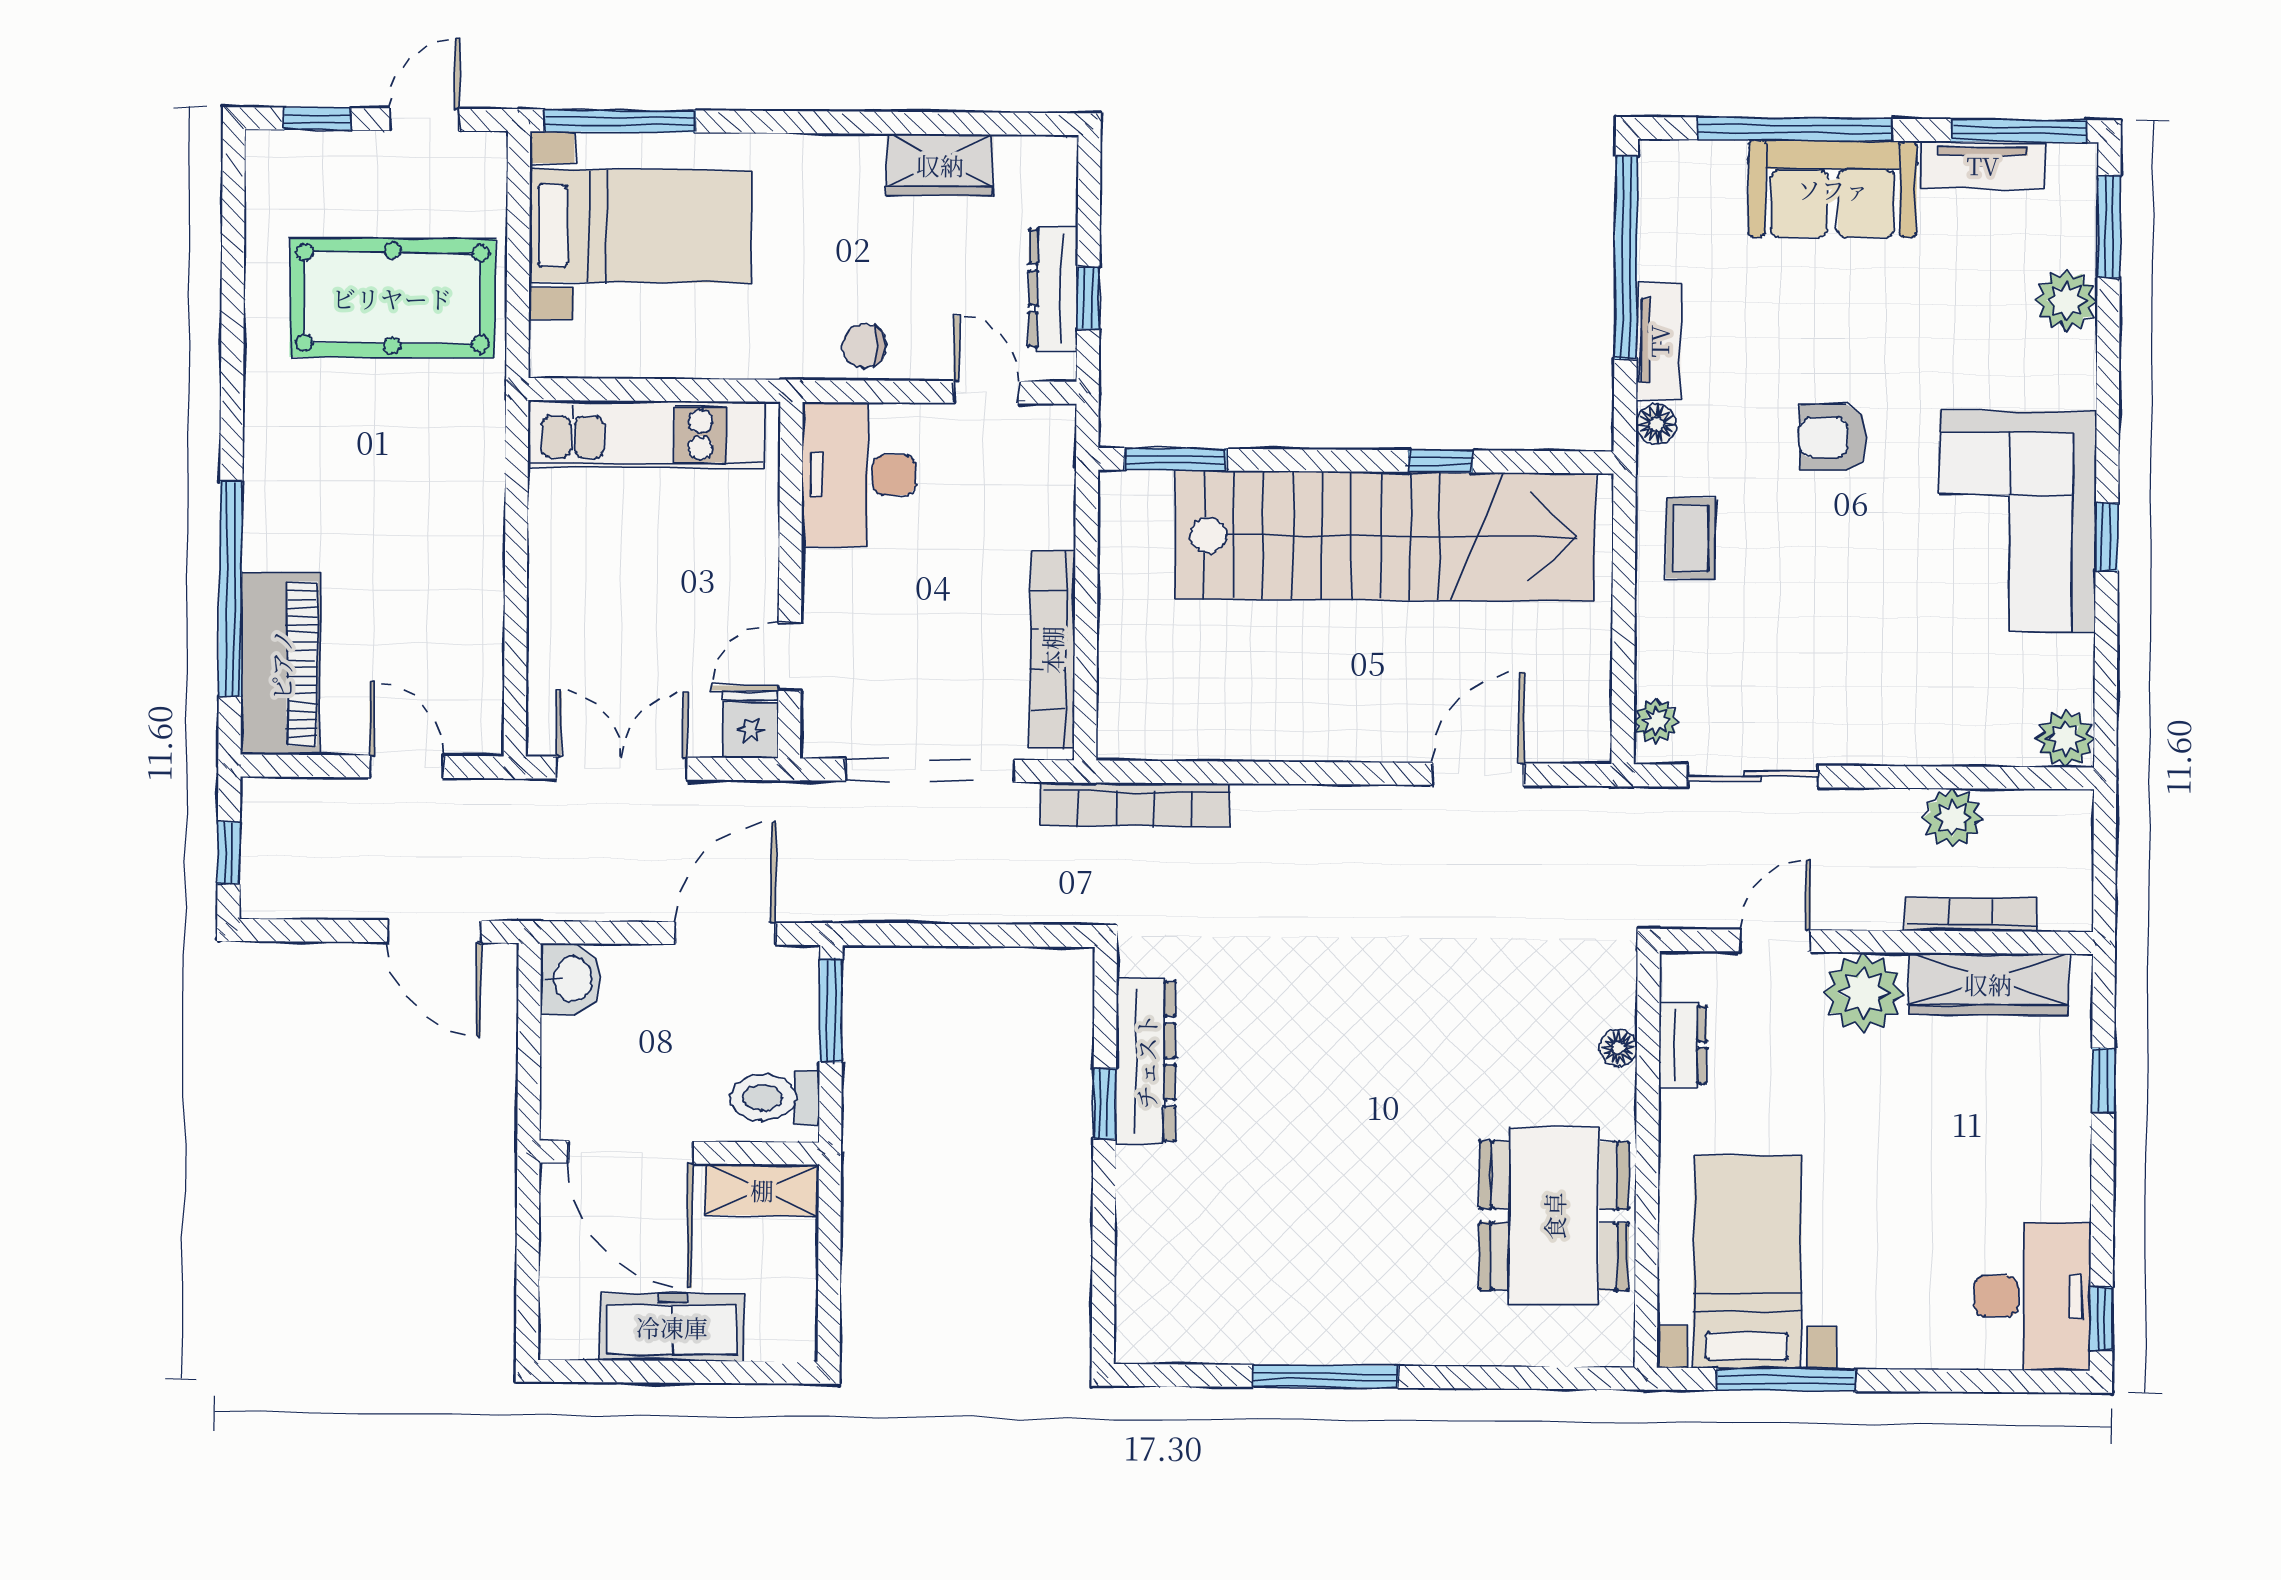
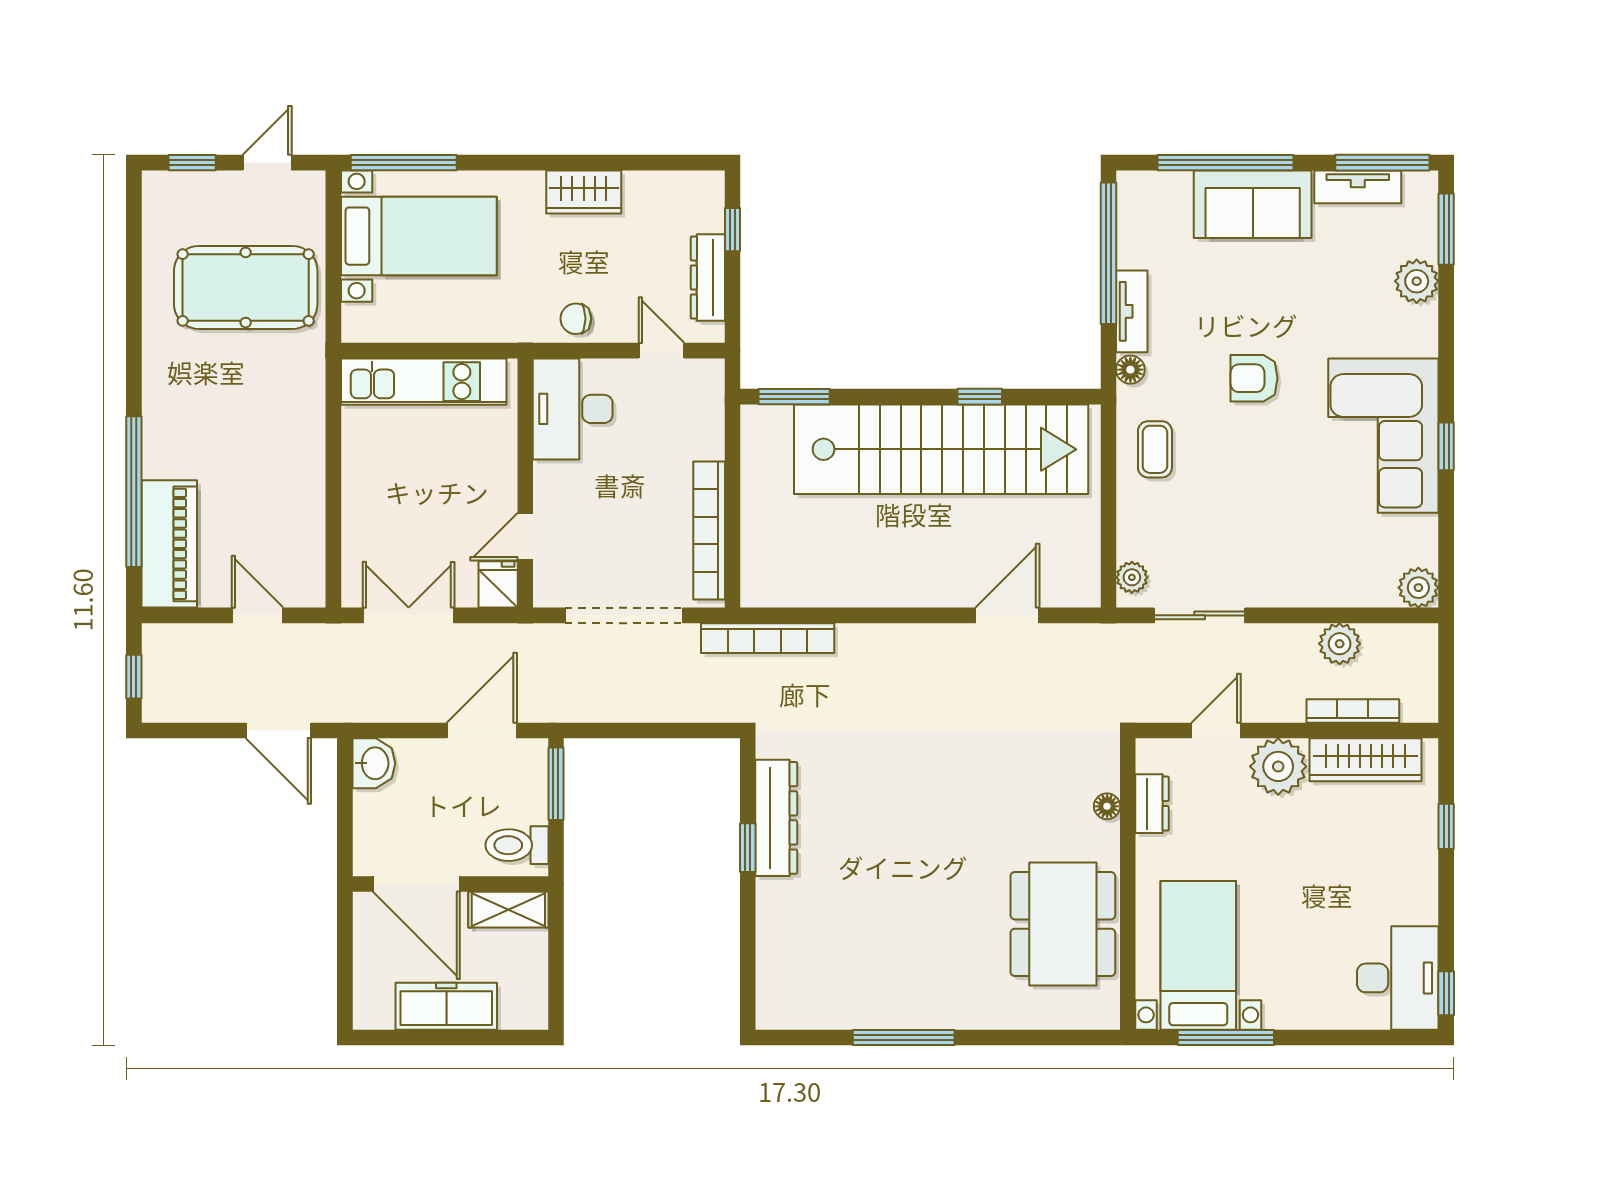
wardrobe: (940, 165) -> (584, 192), moved
window: (1088, 298) -> (732, 230), moved

